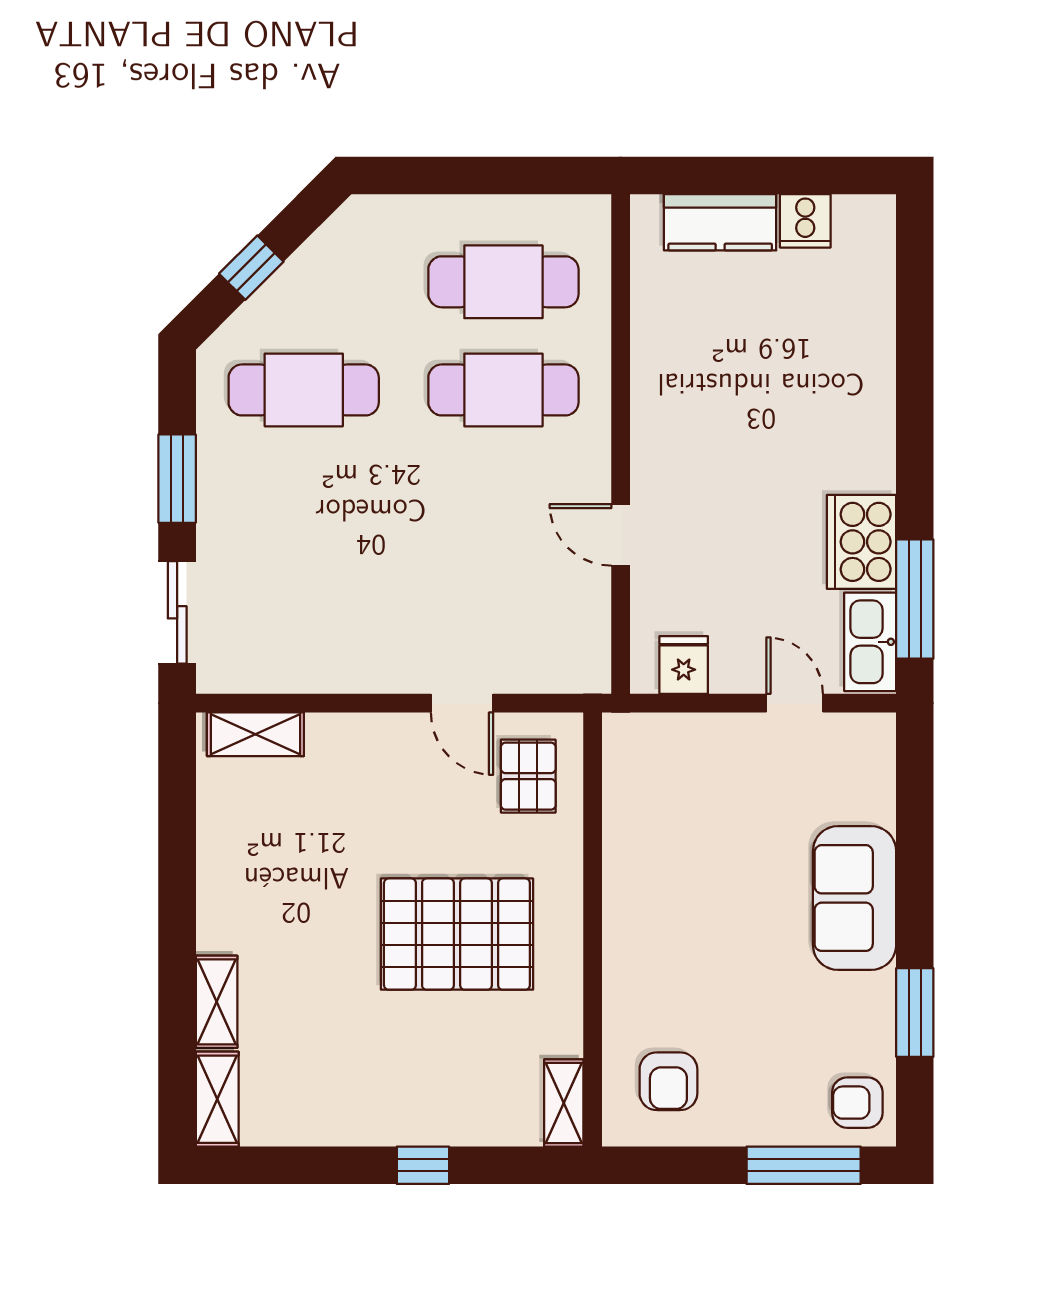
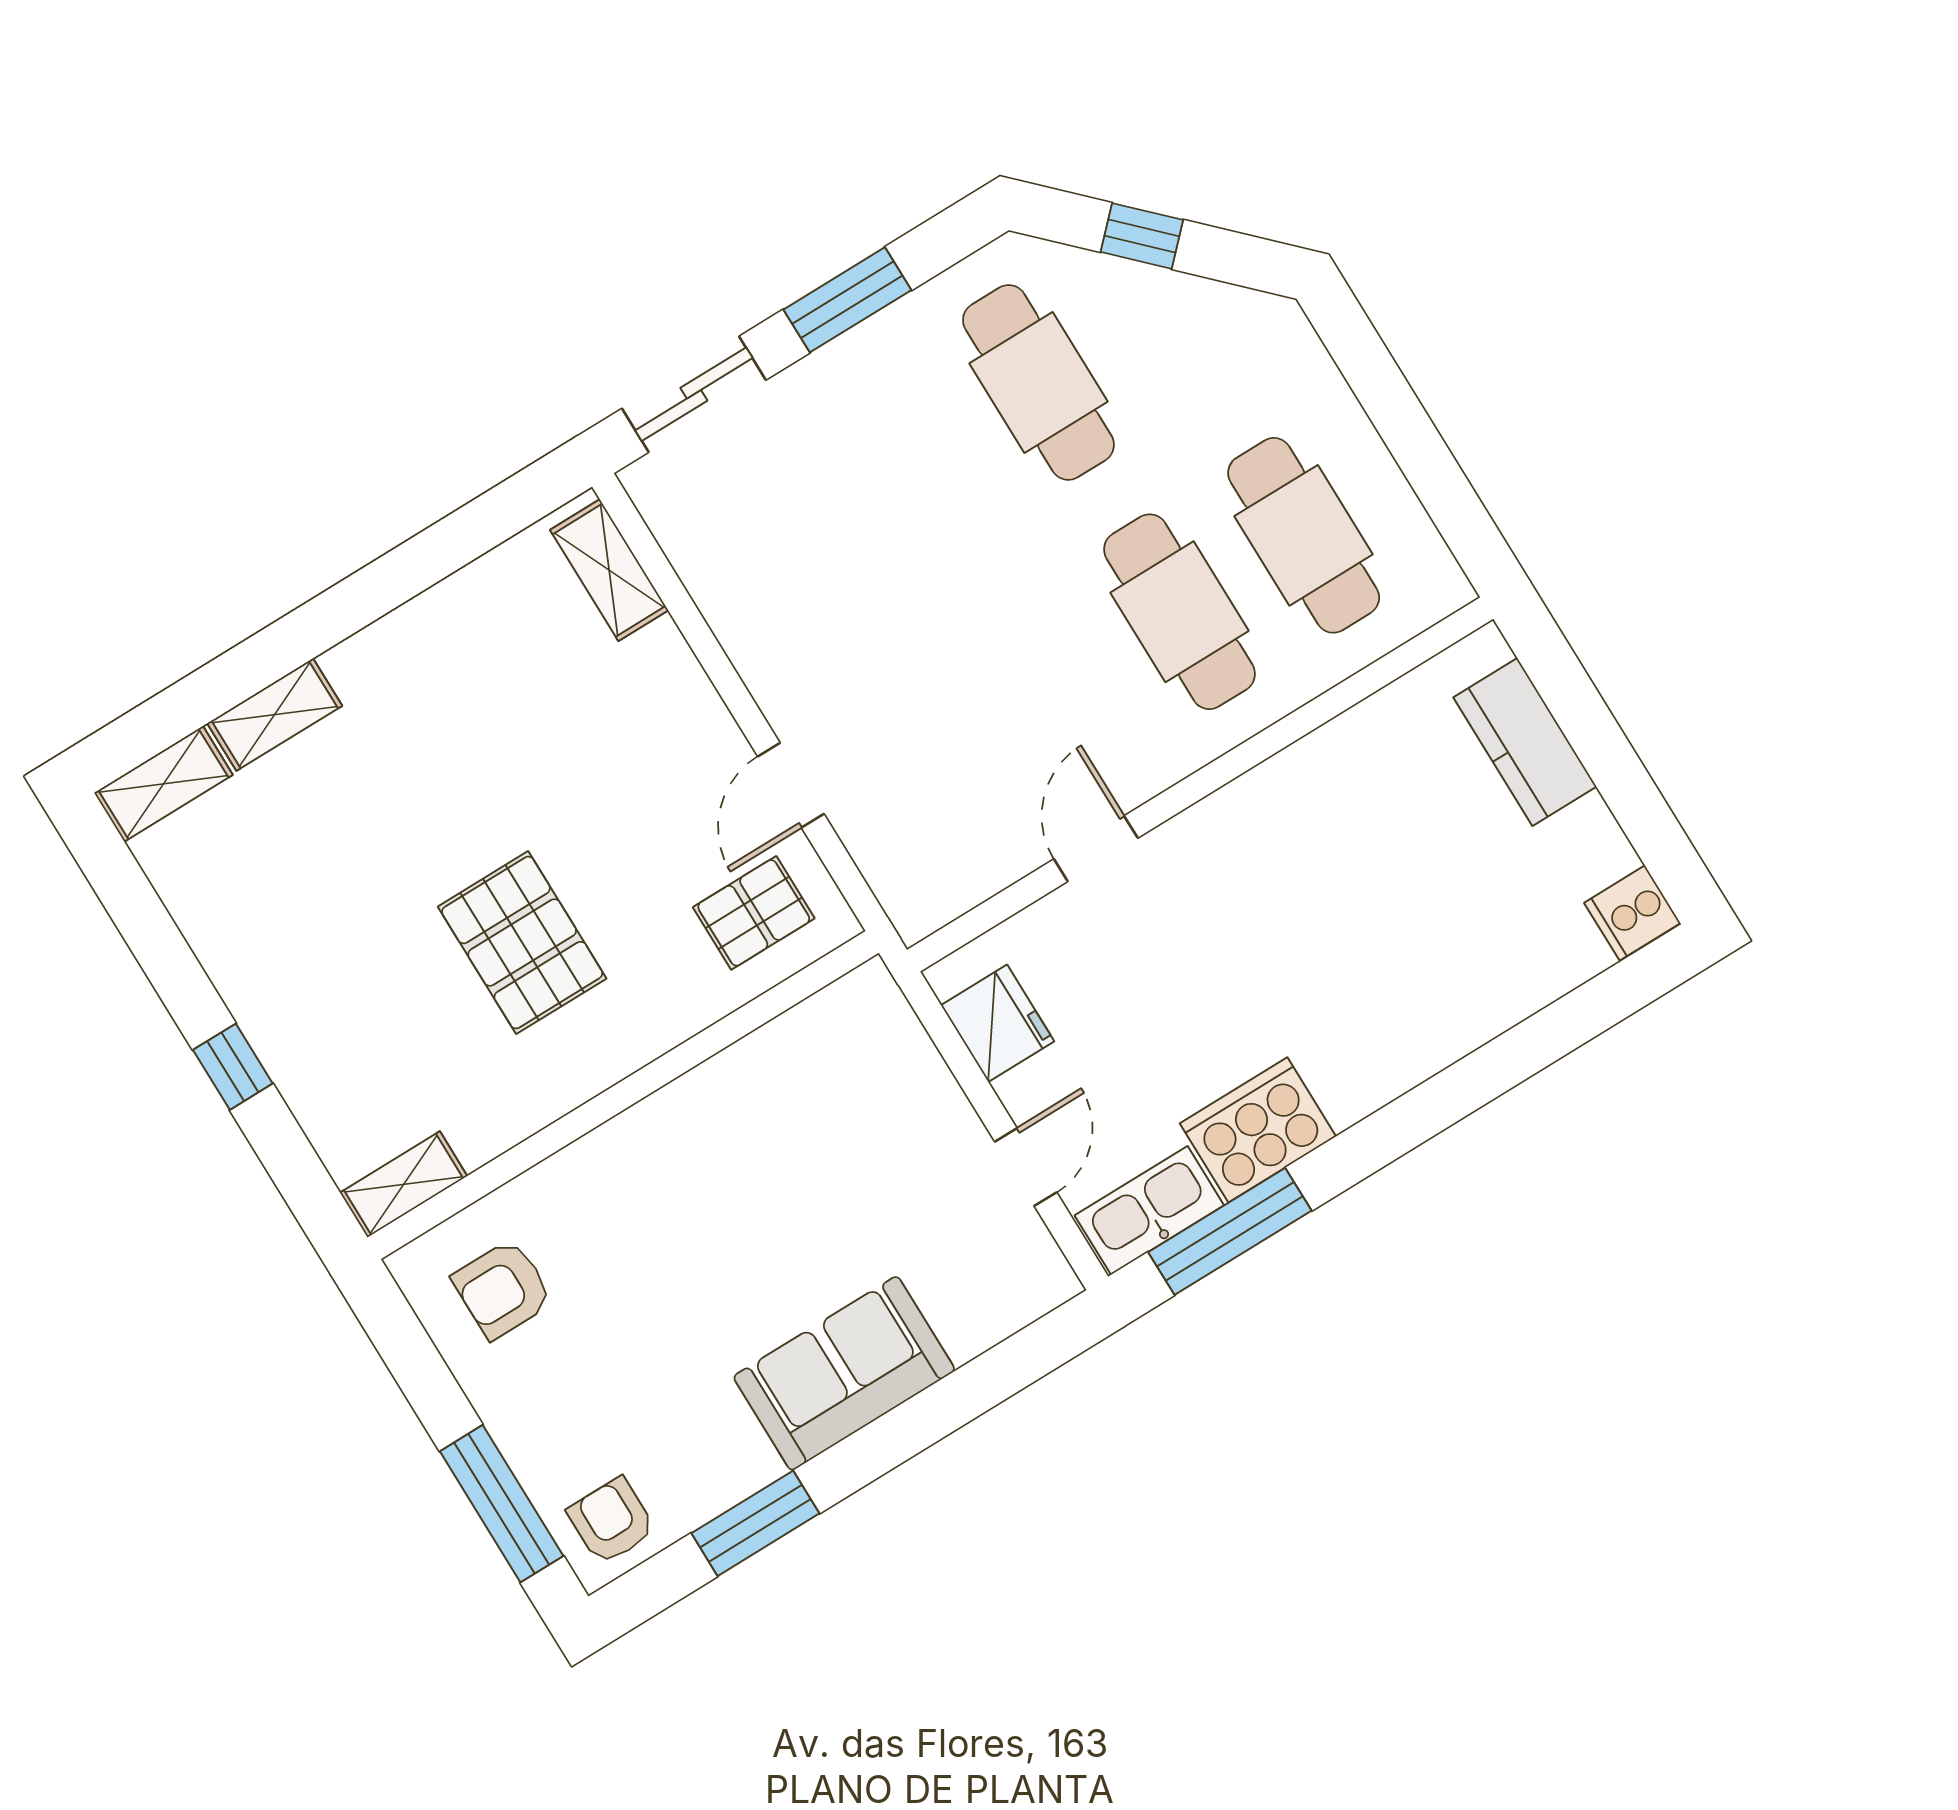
cooker: (805, 221) -> (1632, 913), moved
fridge: (684, 665) -> (998, 1023), width x1.38
pallet: (457, 934) -> (522, 943), width x0.73, depth x0.71

